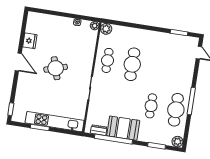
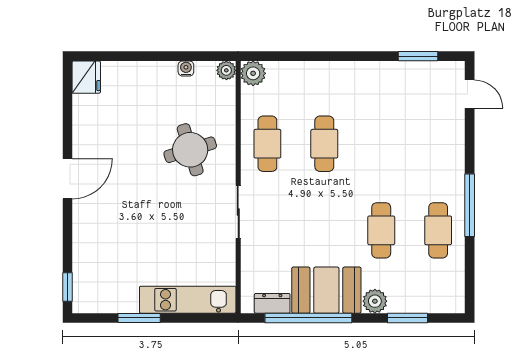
fridge: (30, 41) -> (86, 77), moved
door: (18, 62) -> (68, 179), hinge flipped
cafe table: (132, 64) -> (324, 144), width x0.73, depth x0.74
round table: (56, 68) -> (190, 150), moved
cafe table: (176, 110) -> (438, 230), width x0.73, depth x0.74
kitchen unit: (55, 122) -> (188, 300), width x0.73
plant: (177, 142) -> (375, 301), moved

